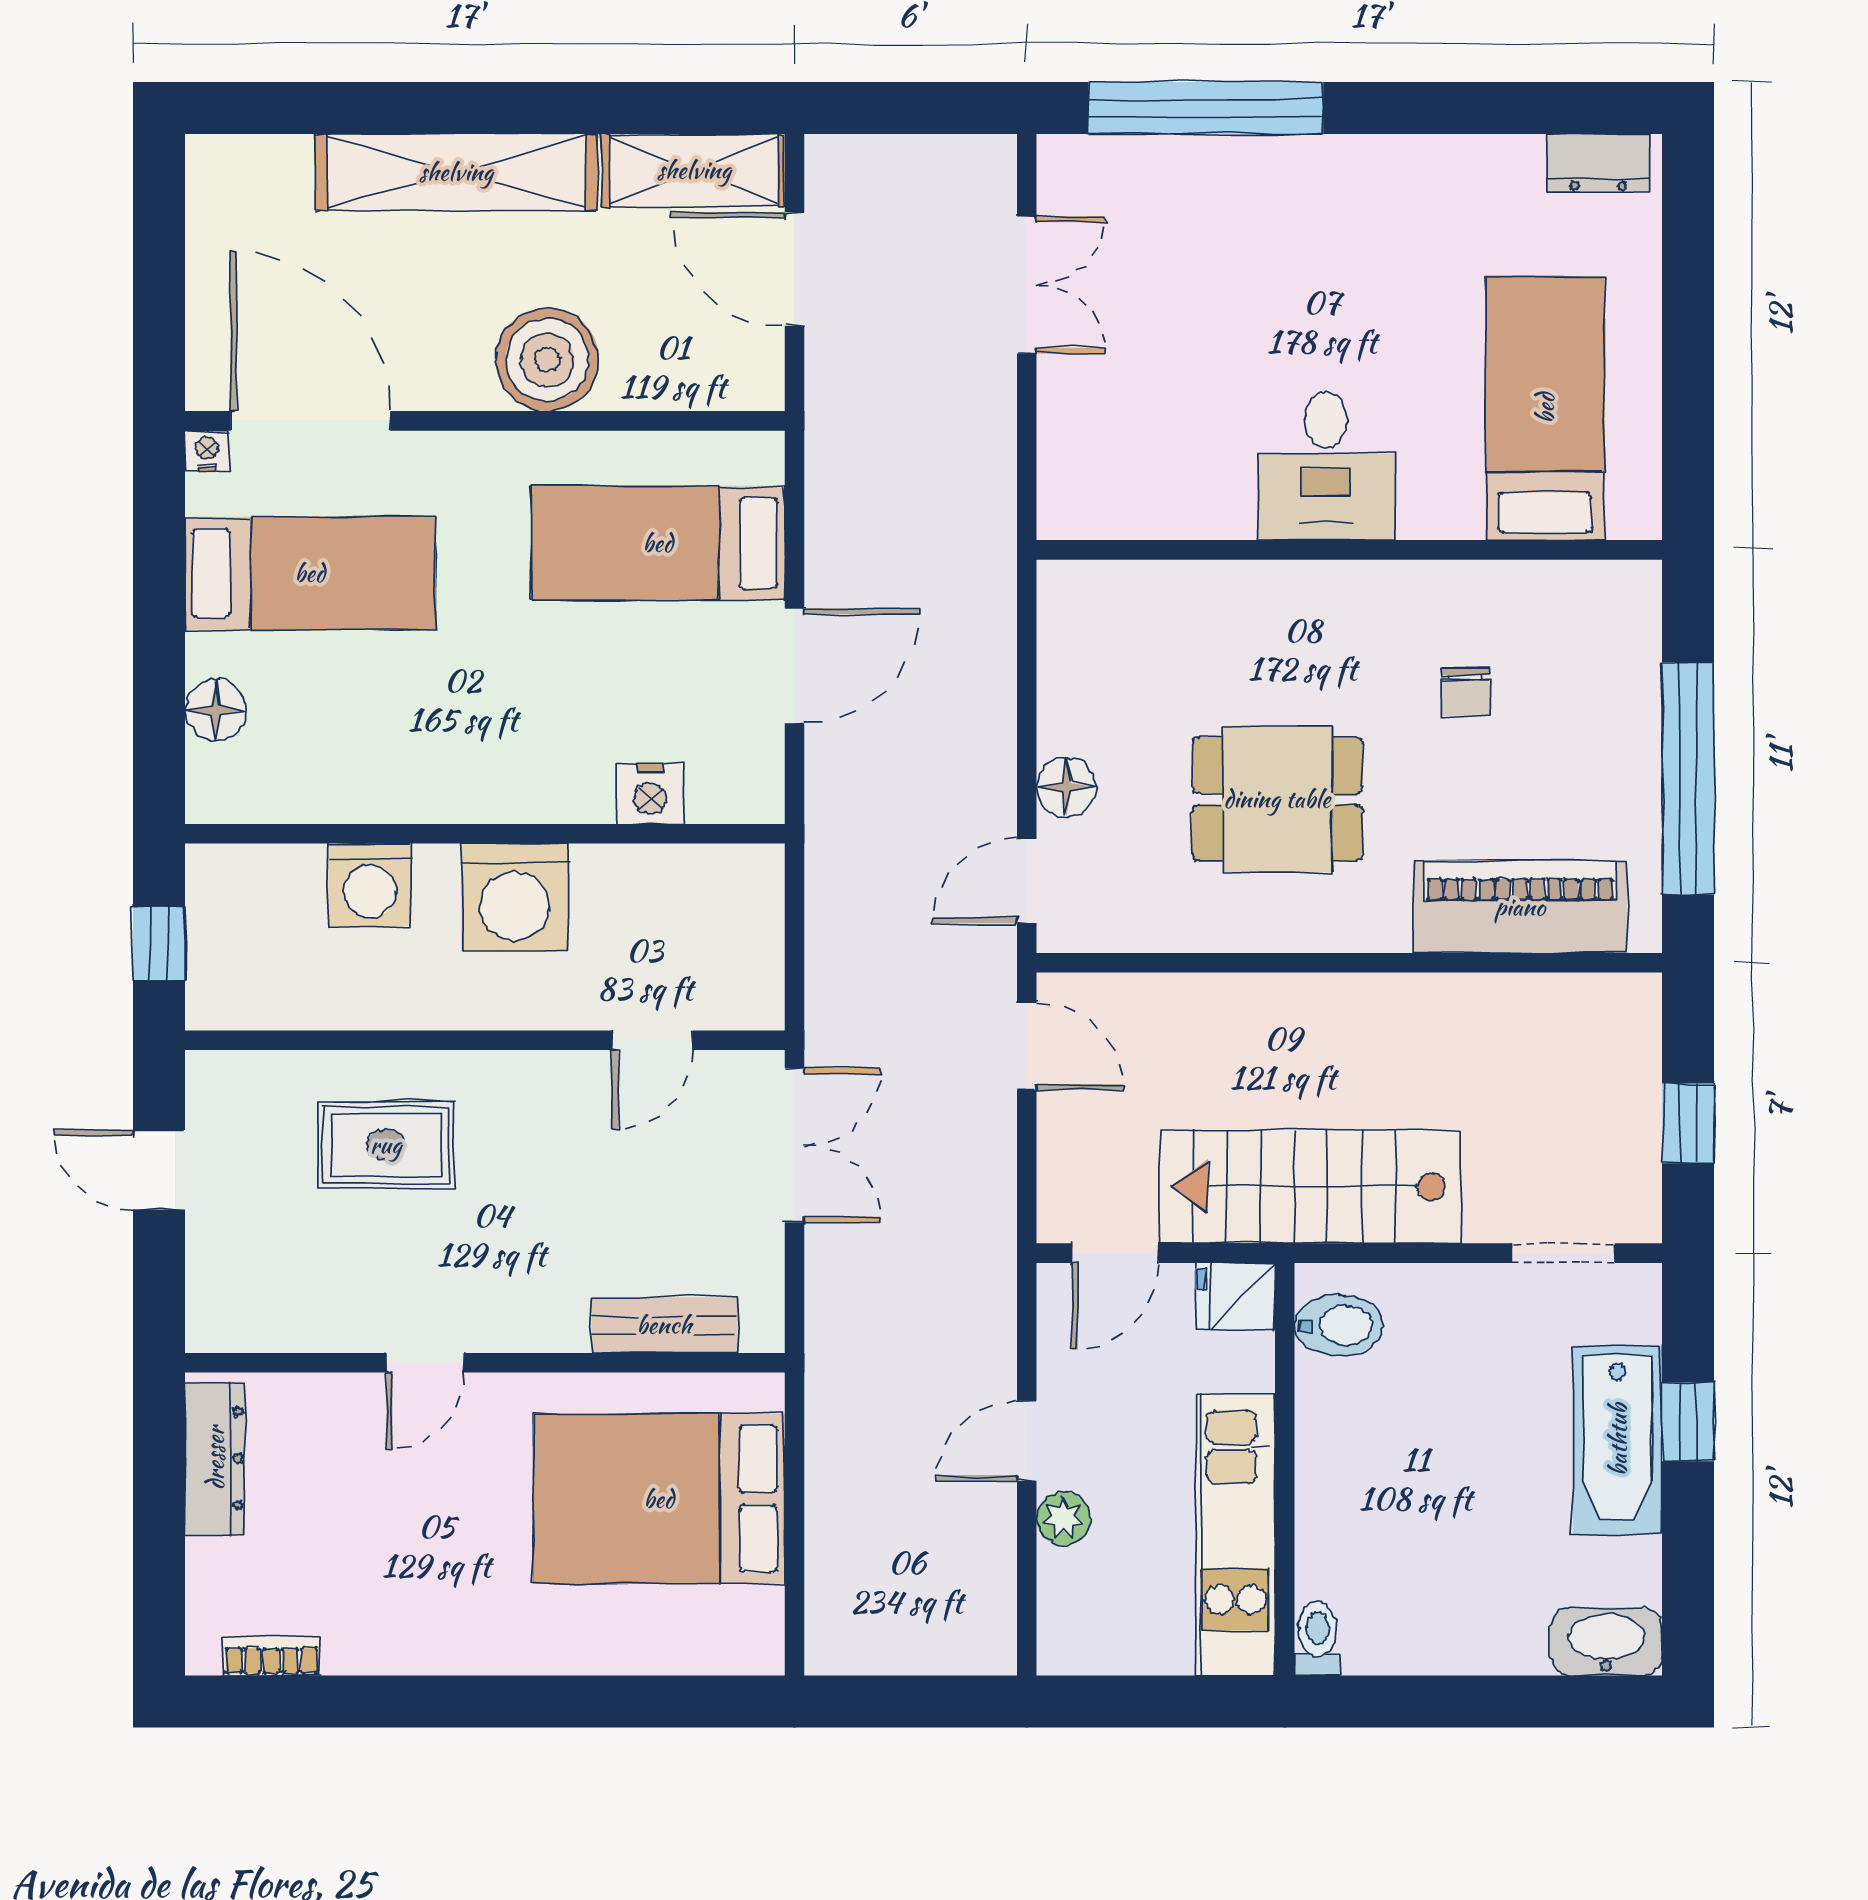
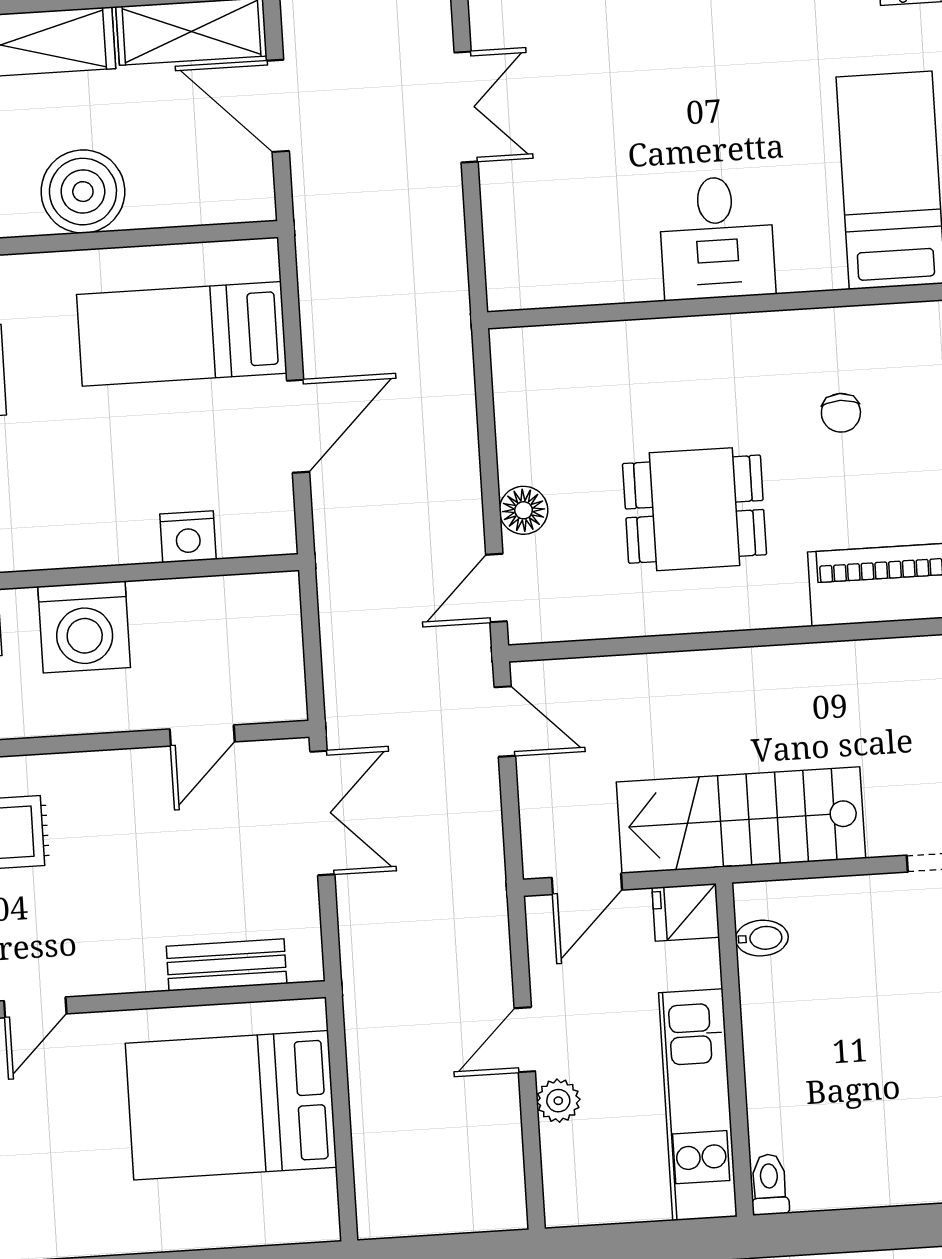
bidet: (1339, 1325) -> (762, 938), width x0.72, depth x0.74

